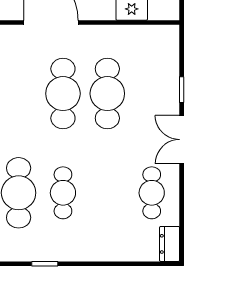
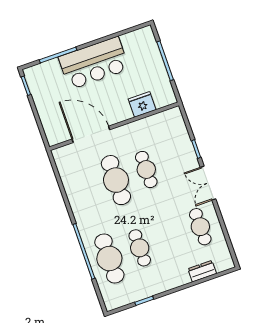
cafe table: (107, 94) -> (146, 169), width x0.73, depth x0.74
dresser: (170, 244) -> (202, 271), moved, turned 90

